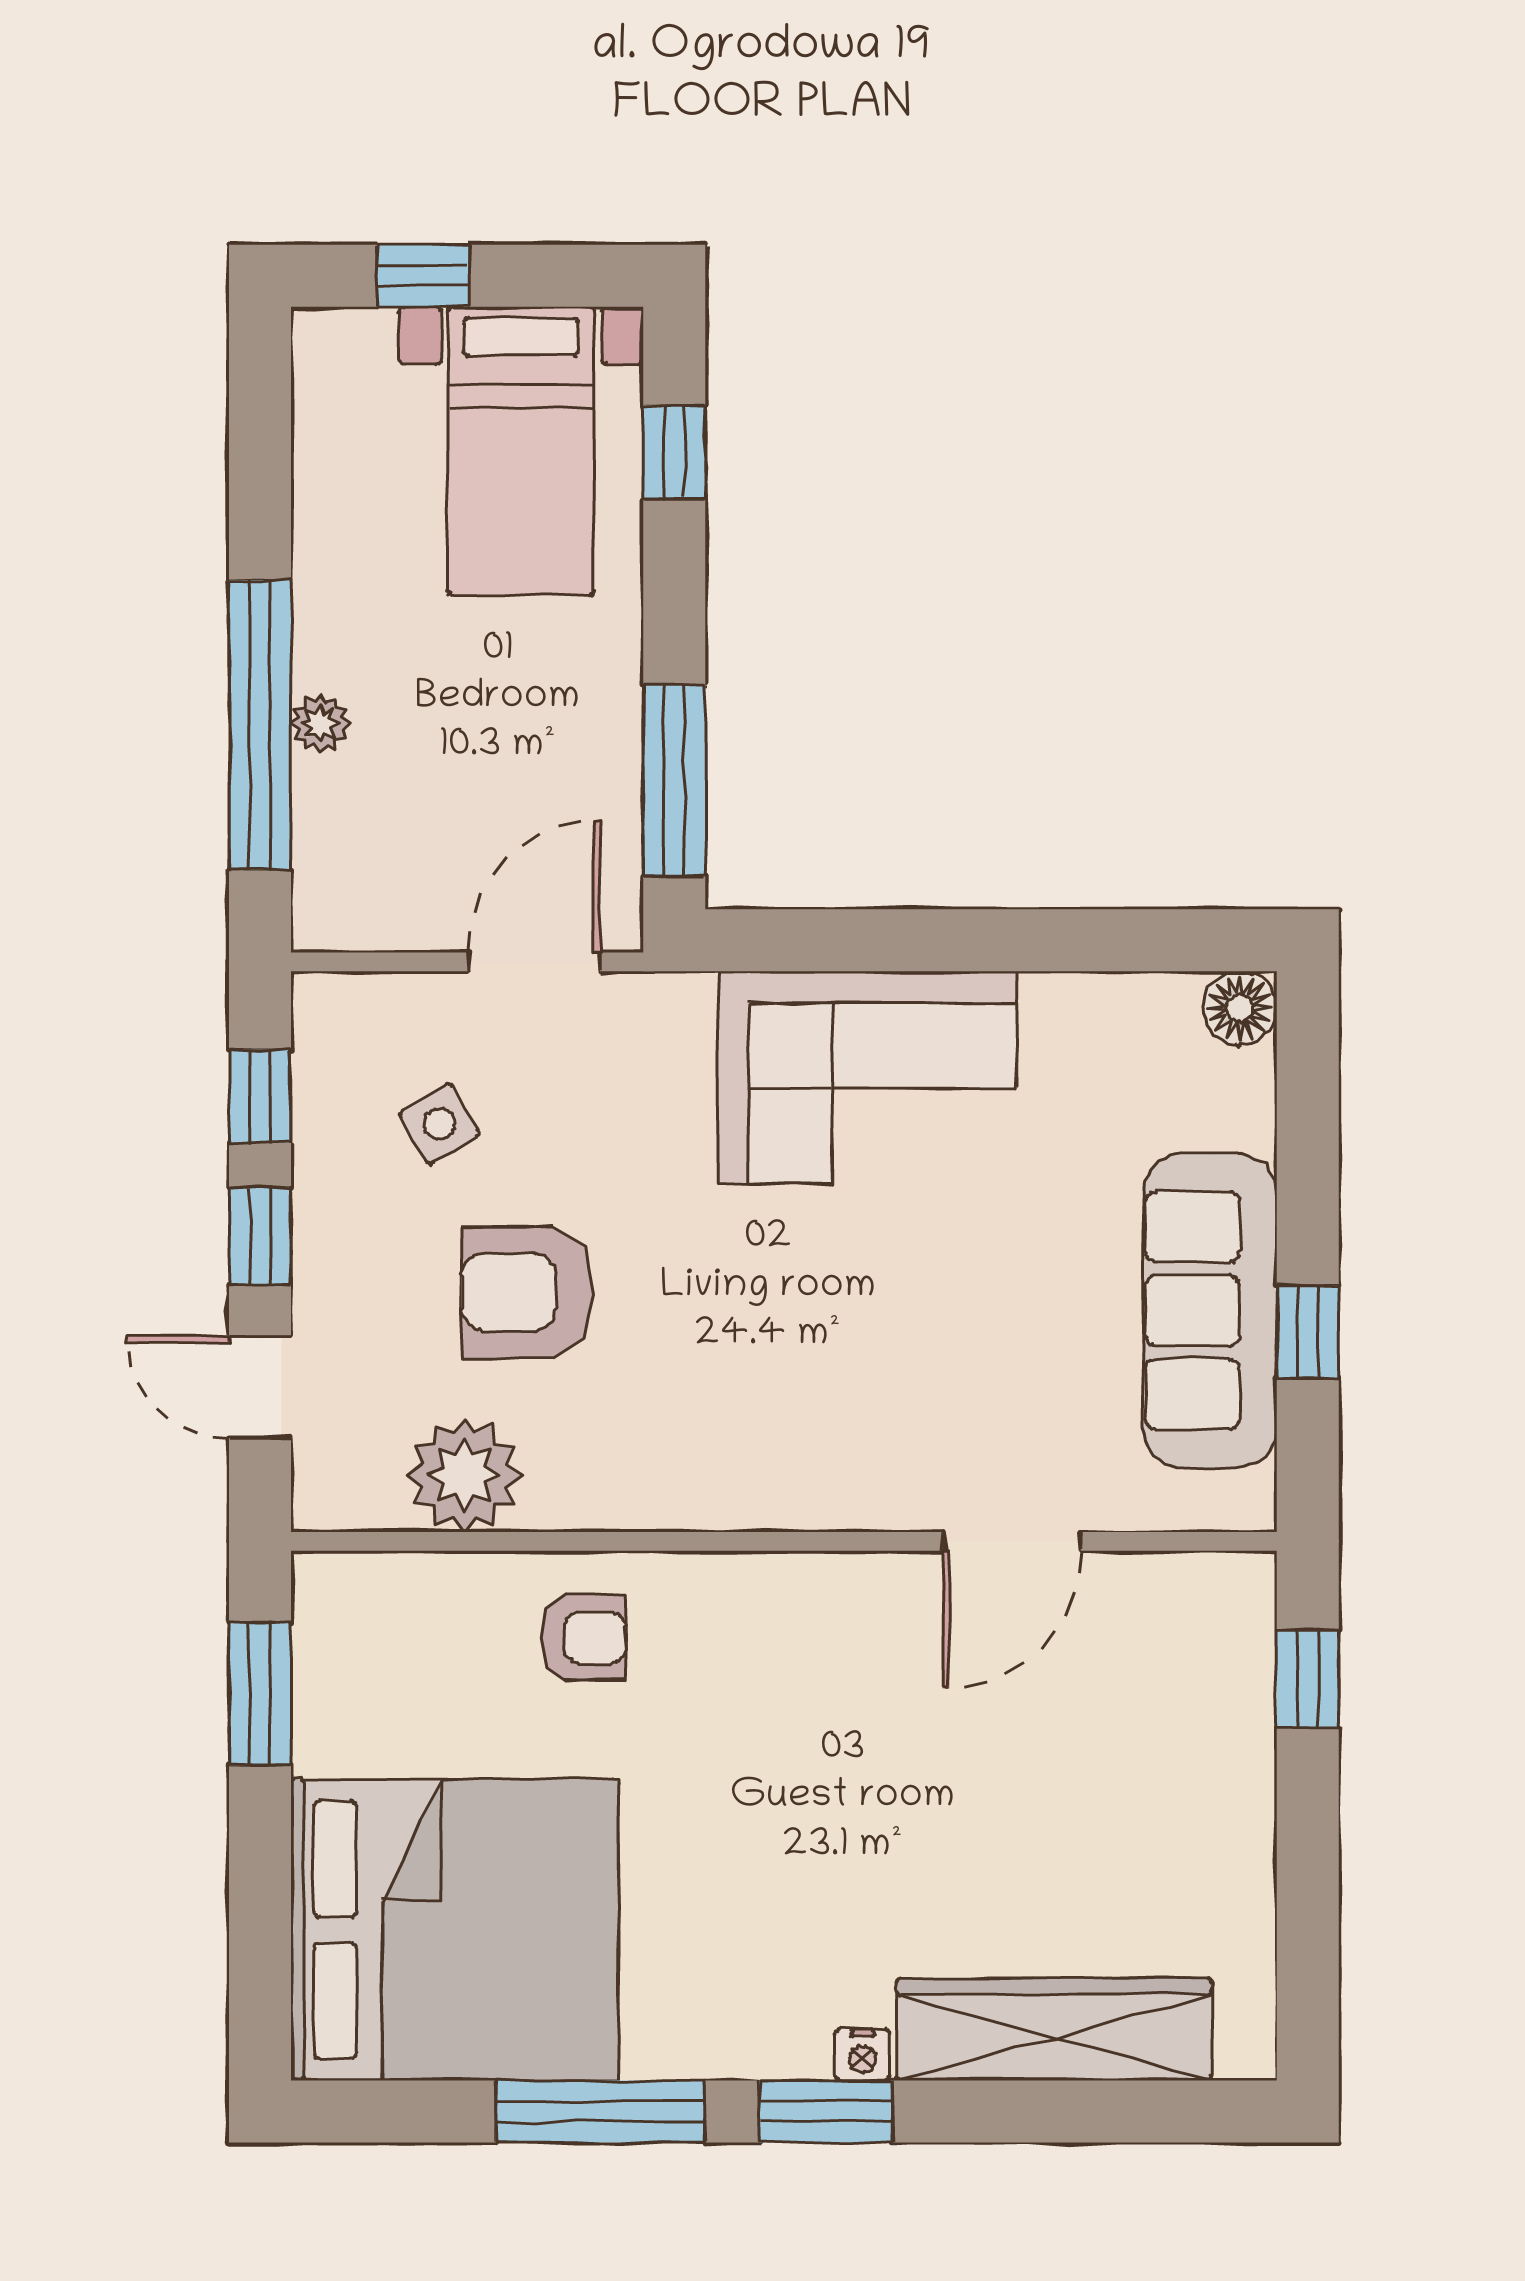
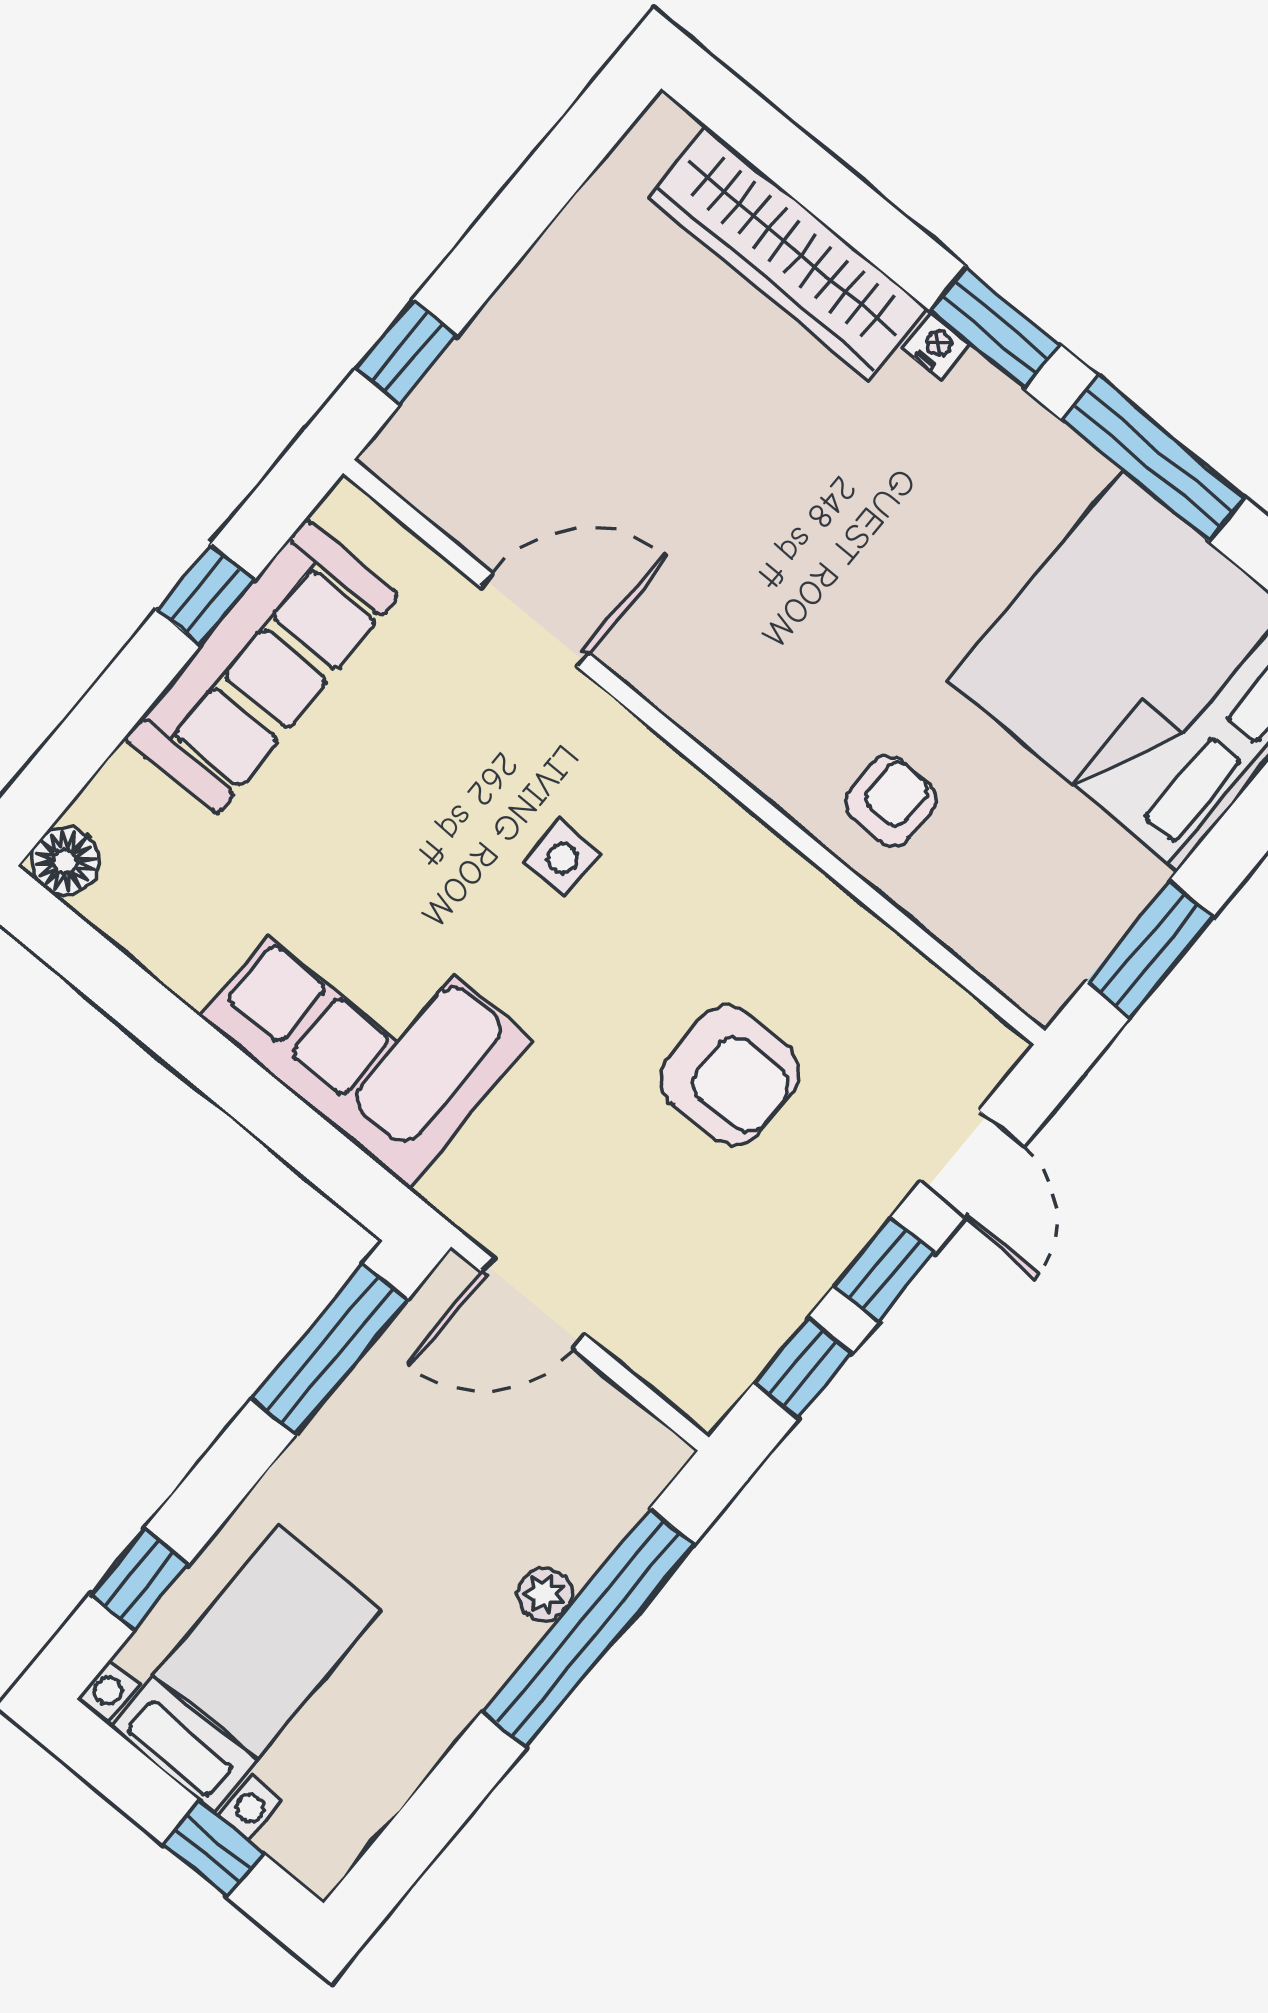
side table: (439, 1124) -> (562, 858), moved, turned 31
plant: (464, 1475) -> (880, 984), removed
armchair: (583, 1638) -> (891, 801), turned 90

